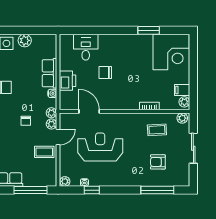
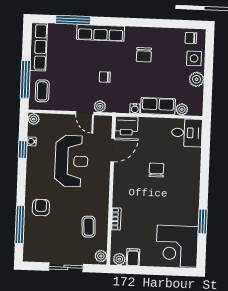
desk: (86, 47) -> (187, 133), moved
printer: (68, 81) -> (126, 126), moved
plant: (51, 113) -> (182, 109), moved
coffee table: (44, 152) -> (42, 91), moved
armchair: (158, 162) -> (41, 207), moved

